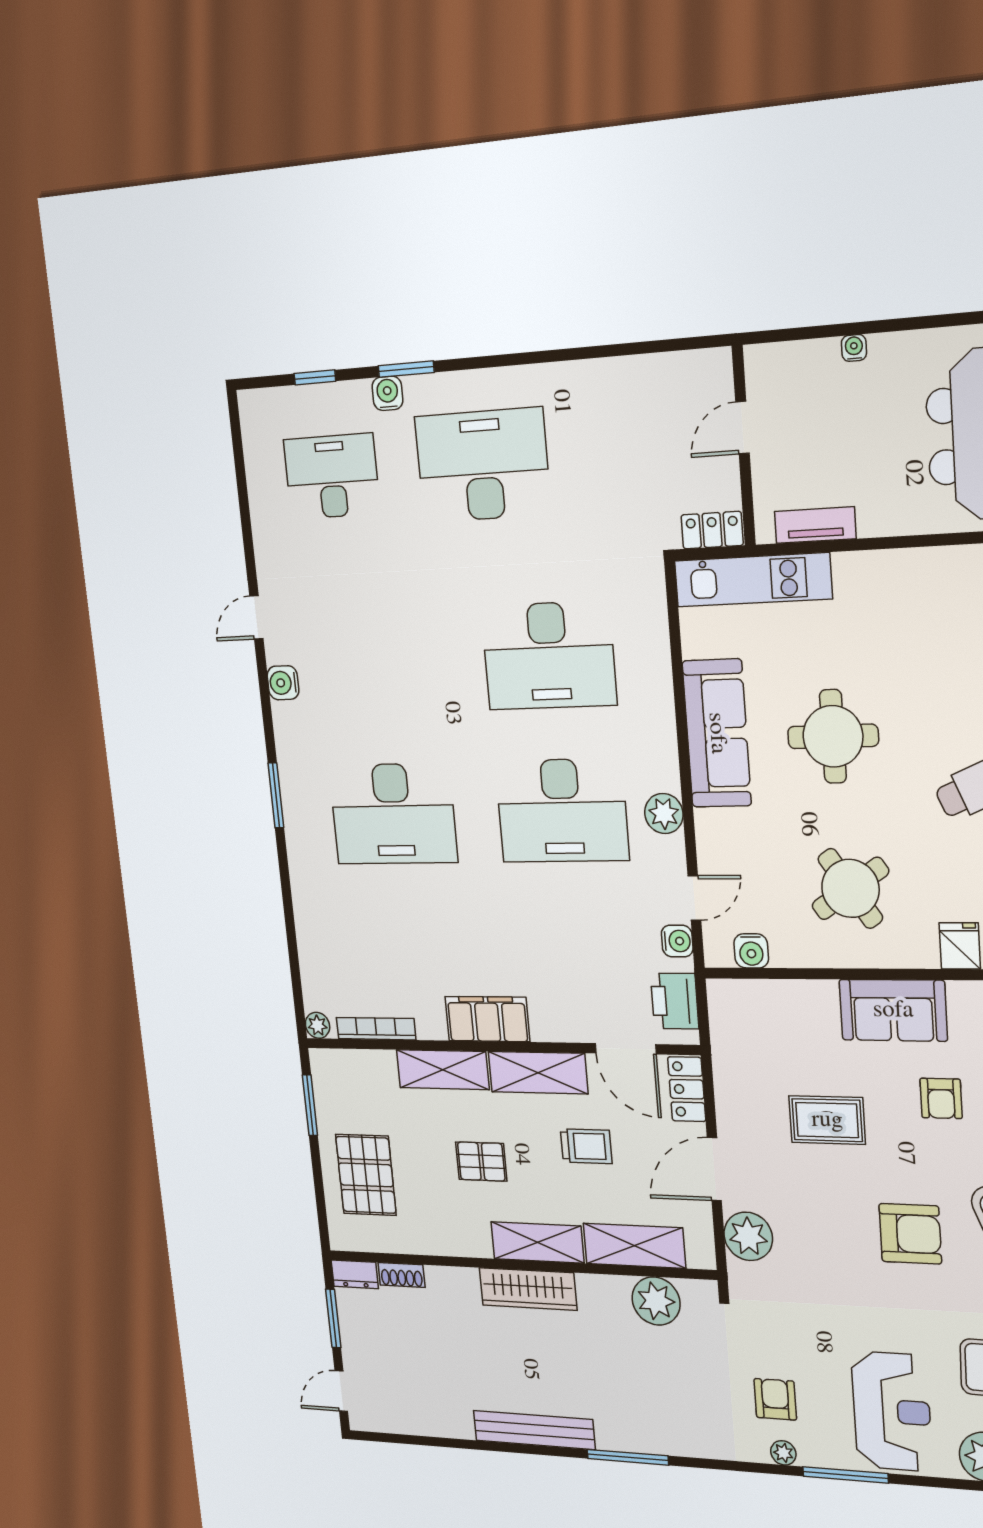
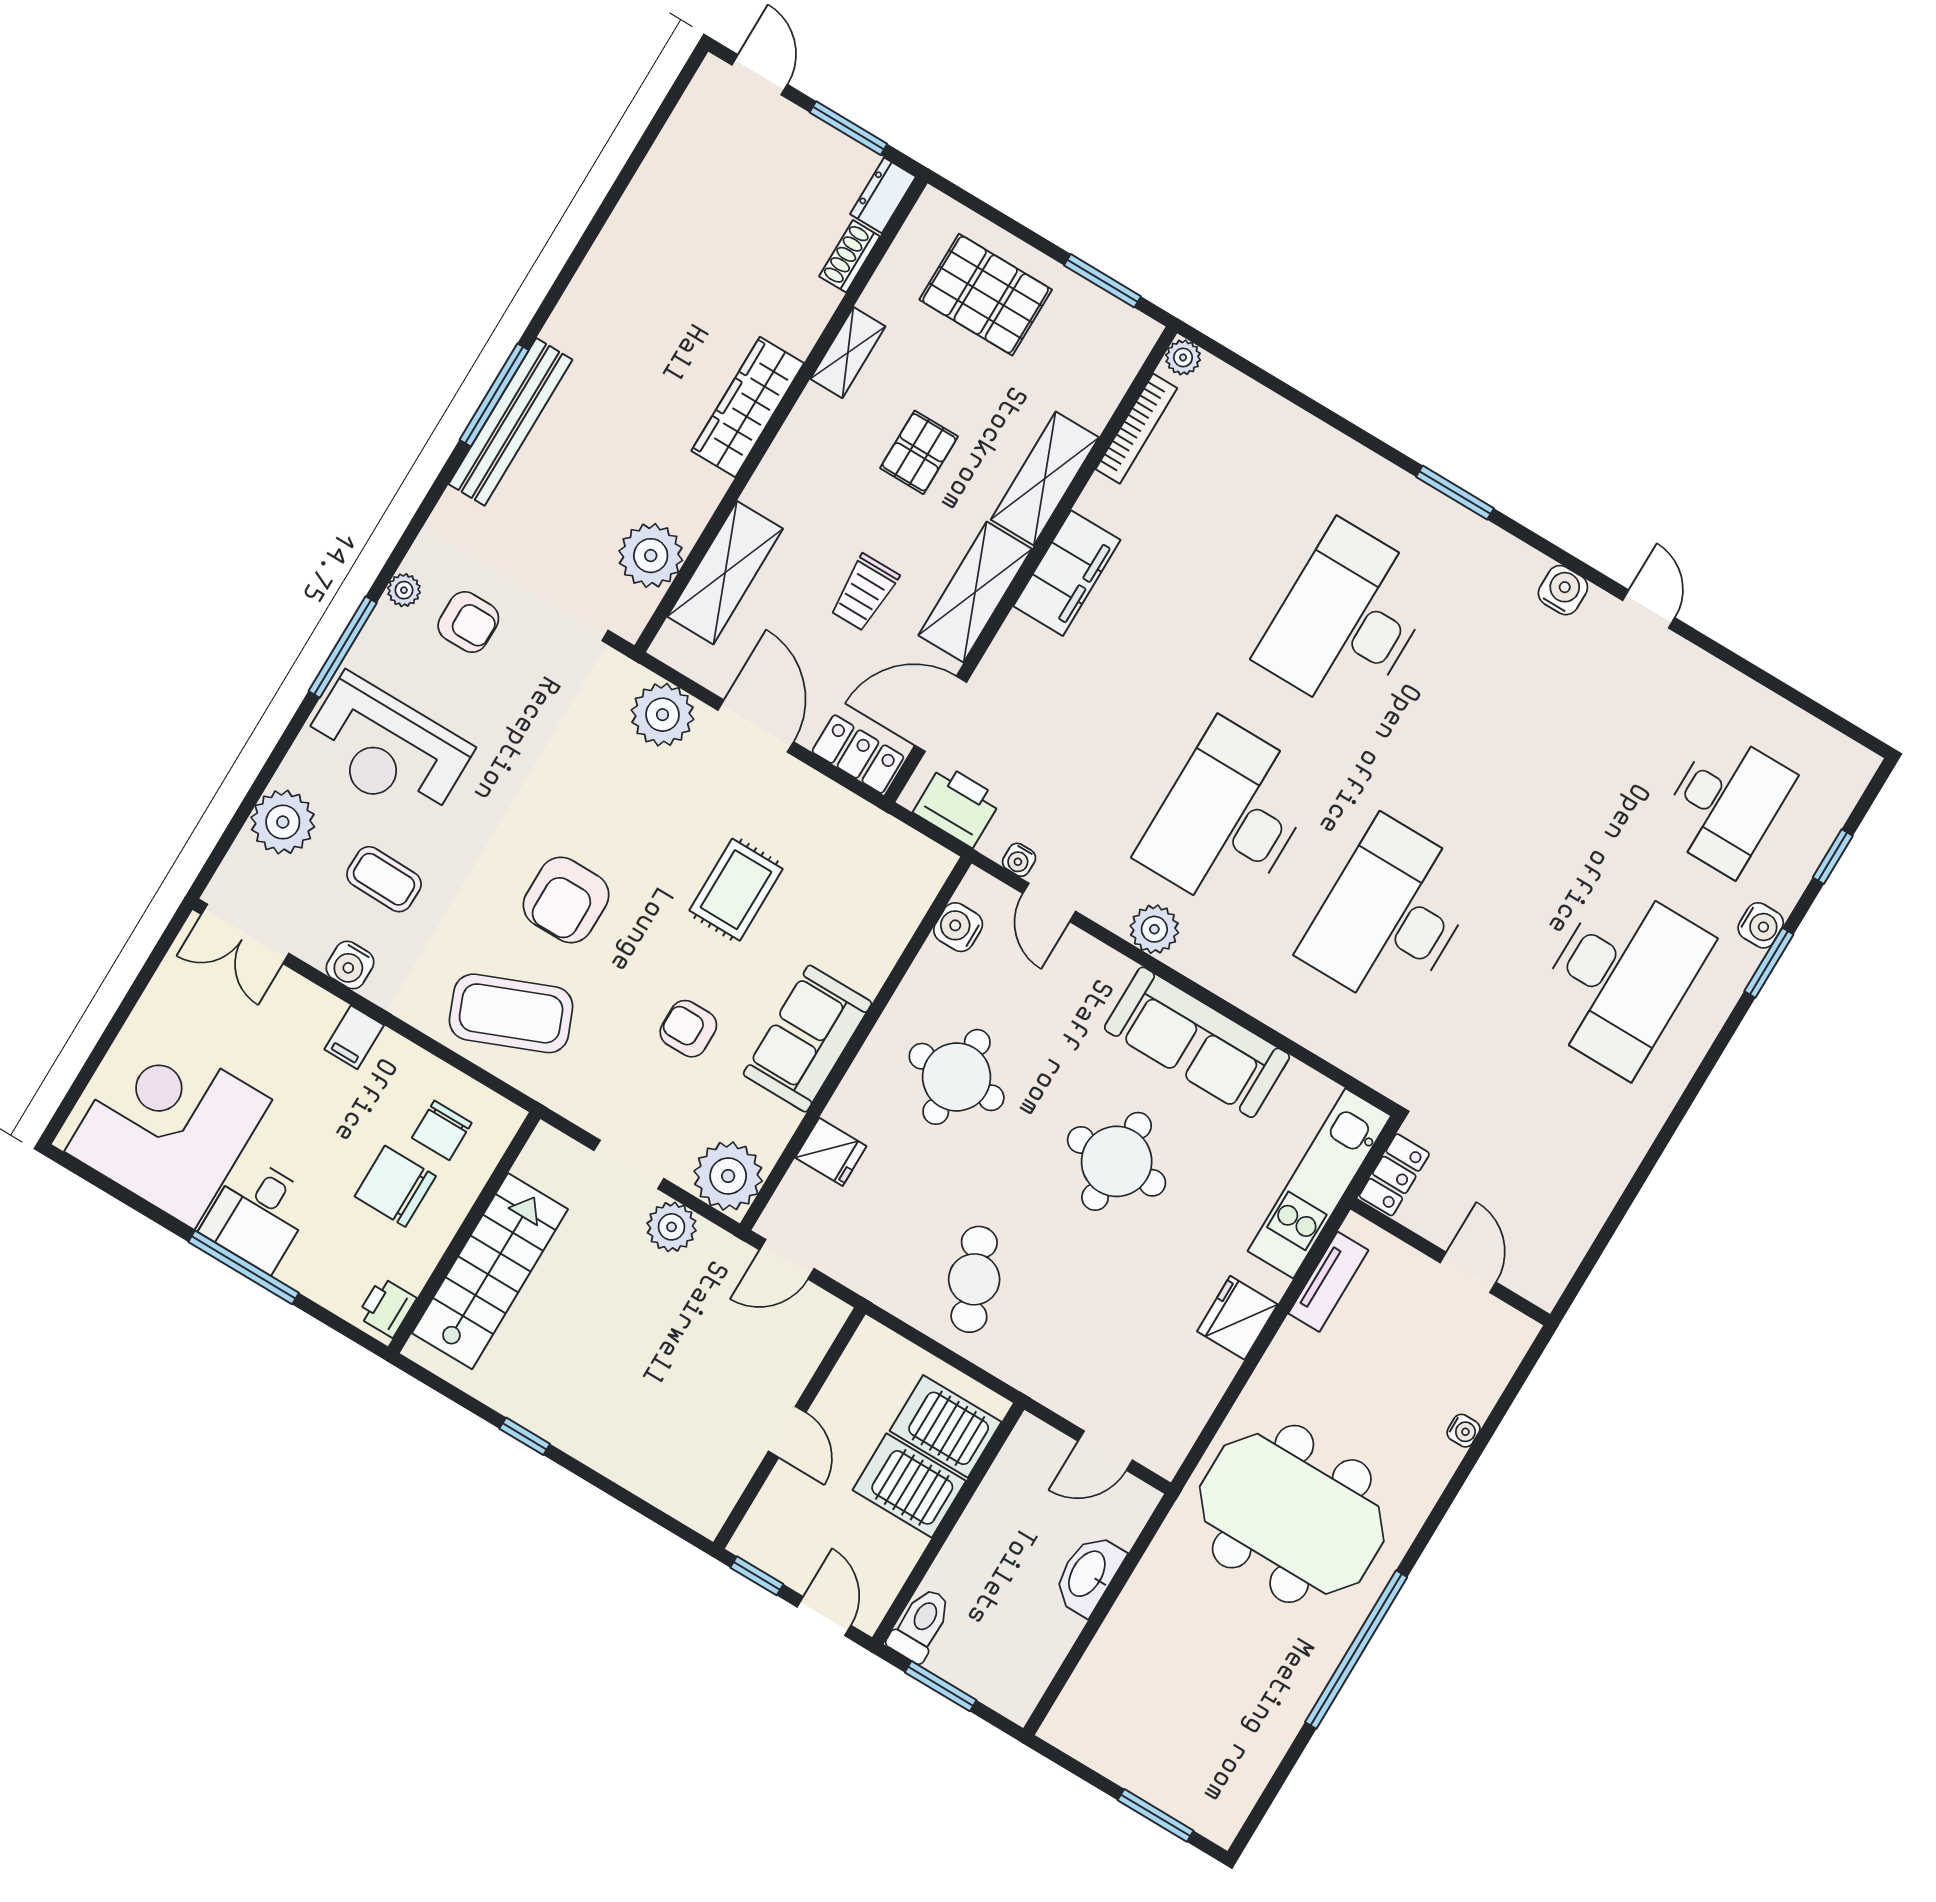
fridge: (884, 574) -> (1237, 1318), added
round table: (850, 888) -> (957, 1077), turned 34
water cooler: (677, 941) -> (1019, 860), width x0.72, depth x0.72
shelving: (537, 1242) -> (848, 353), moved, width x0.67, depth x0.75
bench: (534, 1430) -> (510, 422), moved

